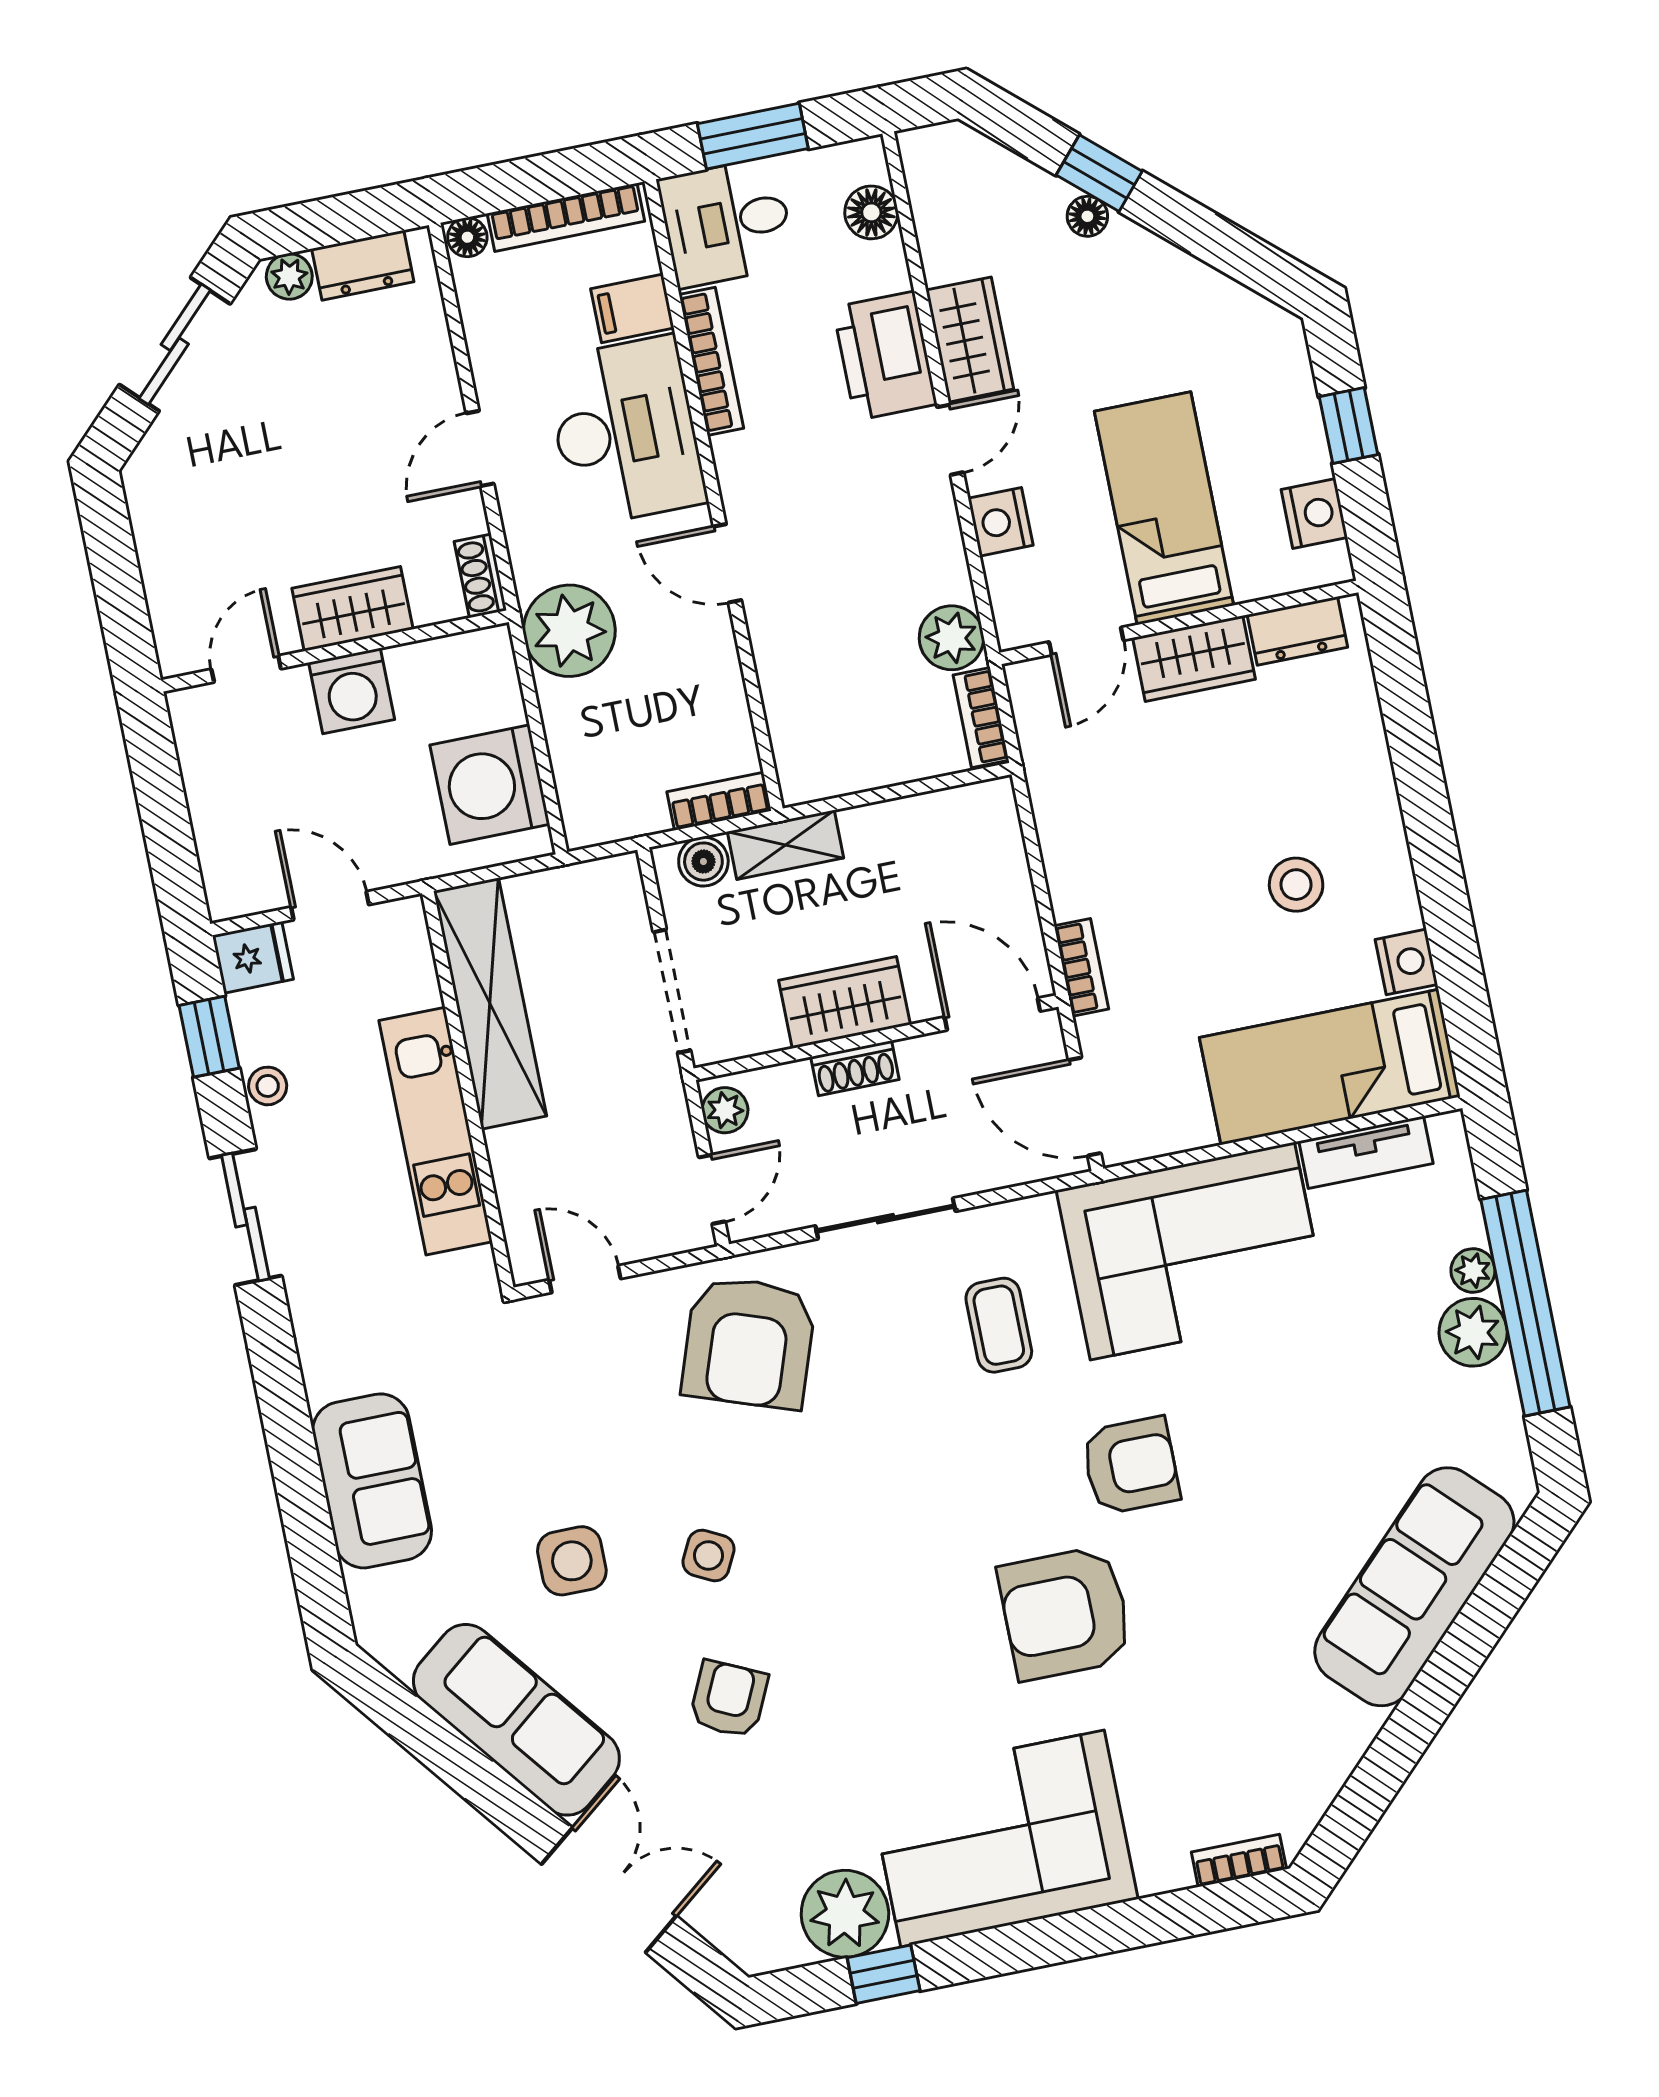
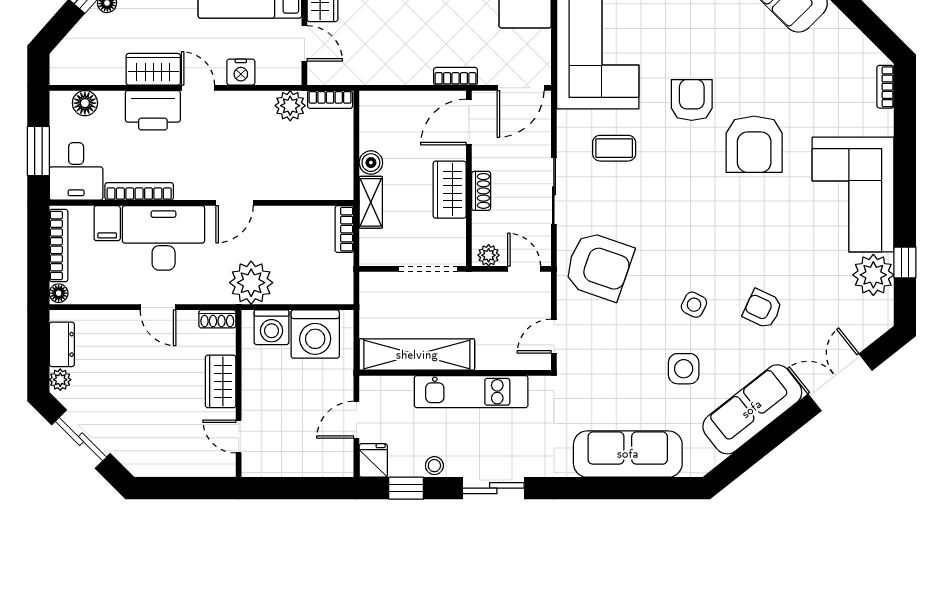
washing machine: (352, 691) -> (271, 327), moved, turned 90
boiler: (703, 862) -> (371, 163), moved
sofa: (372, 1481) -> (628, 454), width x1.36

